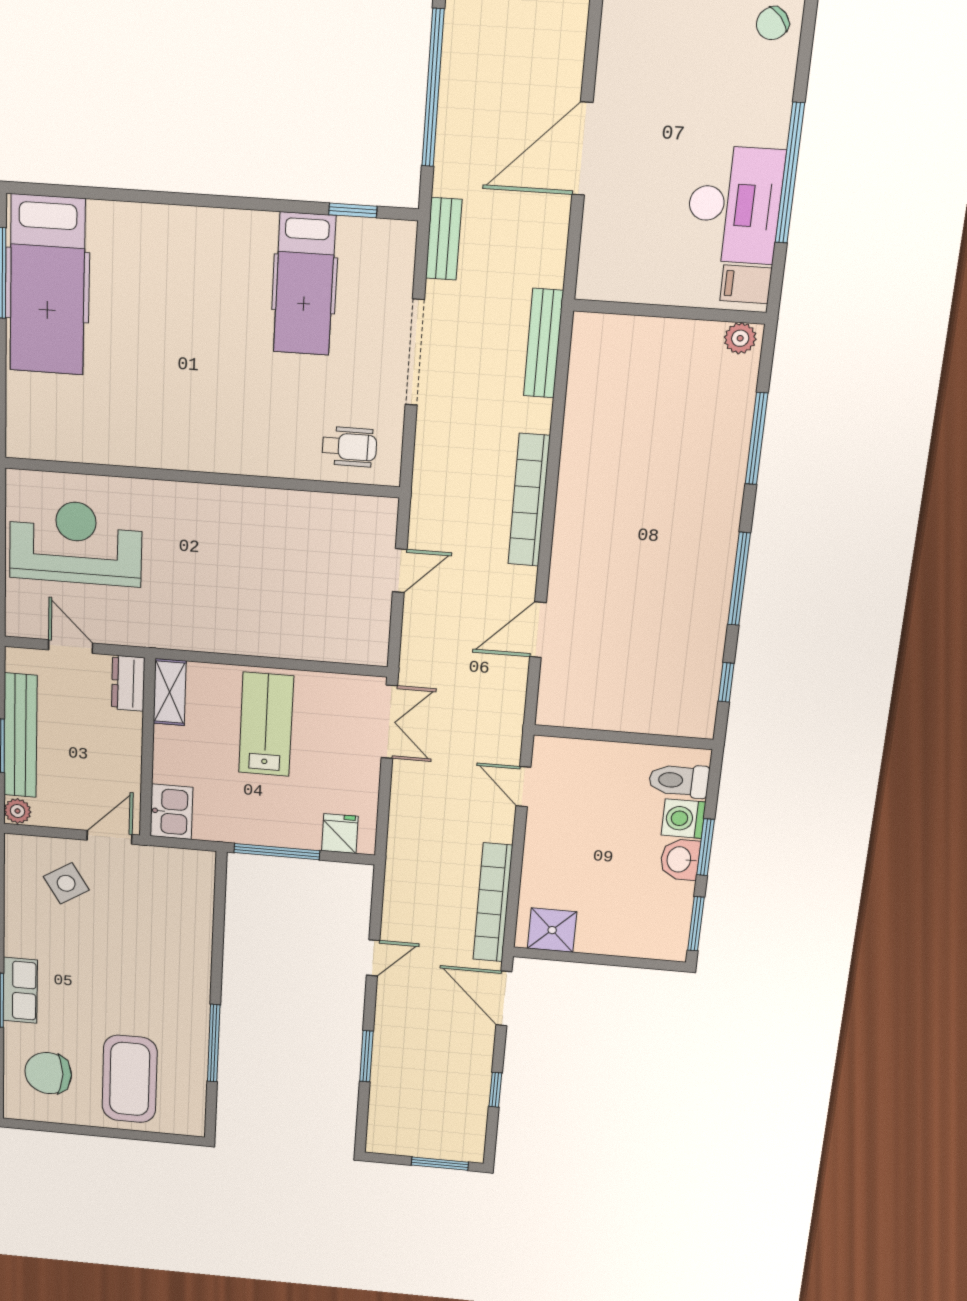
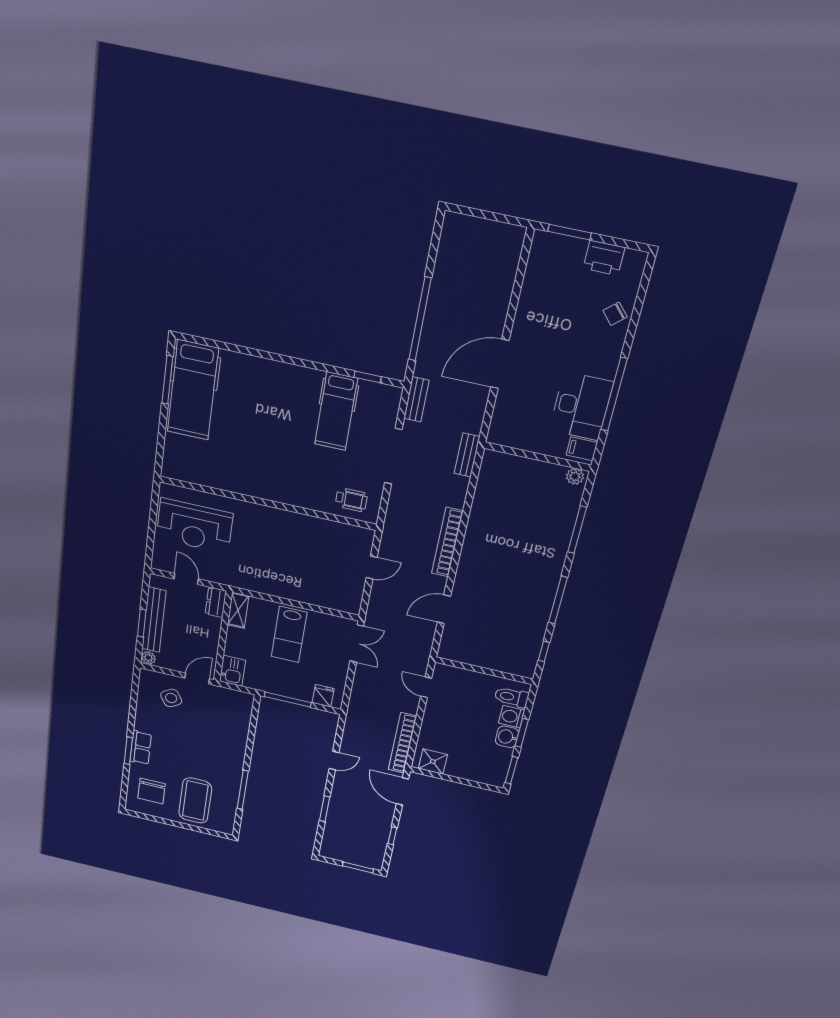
bench: (543, 343) -> (467, 455), width x0.73
reception desk: (76, 543) -> (195, 526), turned 180
lab bench: (266, 724) -> (289, 635), turned 180
chair: (48, 1073) -> (151, 791), turned -90

